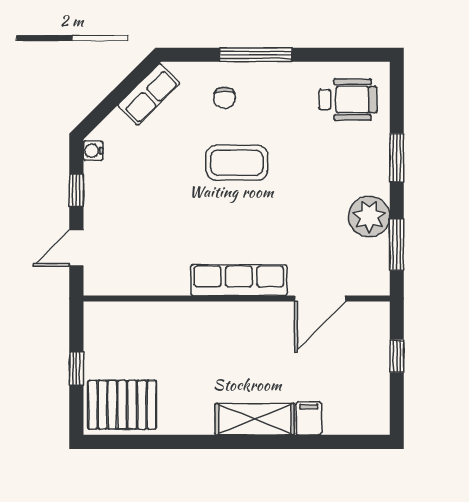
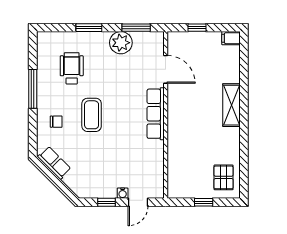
window: (256, 55) -> (33, 89), moved
wheelchair: (348, 100) -> (72, 68), moved
water cooler: (93, 151) -> (123, 193), moved
door: (76, 248) -> (138, 202), hinge flipped
pallet: (122, 405) -> (224, 177), width x0.67, depth x0.71
filing cabinet: (309, 418) -> (231, 38), moved

